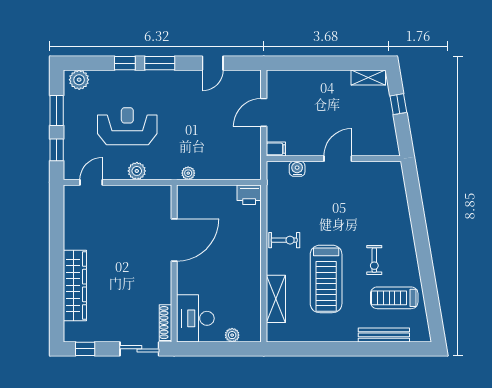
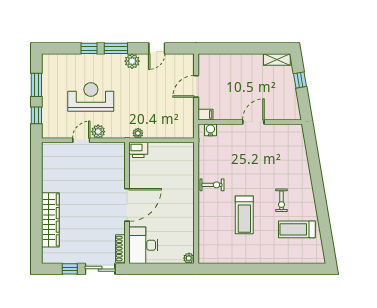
plant: (79, 80) -> (132, 61), moved
water cooler: (297, 169) -> (210, 130), moved
door: (91, 182) -> (81, 140), moved
printer: (249, 195) -> (138, 150), moved
door: (174, 240) -> (127, 205), moved
treadmill: (326, 279) -> (244, 215), width x0.73, depth x0.73
shelving: (276, 299) -> (205, 230), removed
plant: (232, 335) -> (189, 258), moved
bench: (384, 335) -> (289, 258), removed
window: (85, 349) -> (70, 269), moved

